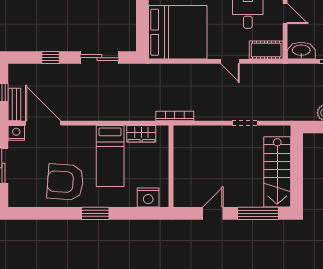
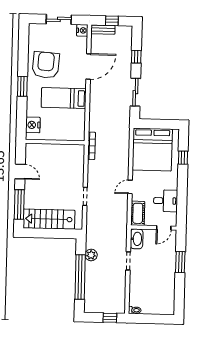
door: (43, 123) -> (88, 66), moved
wardrobe: (141, 134) -> (79, 121), removed

